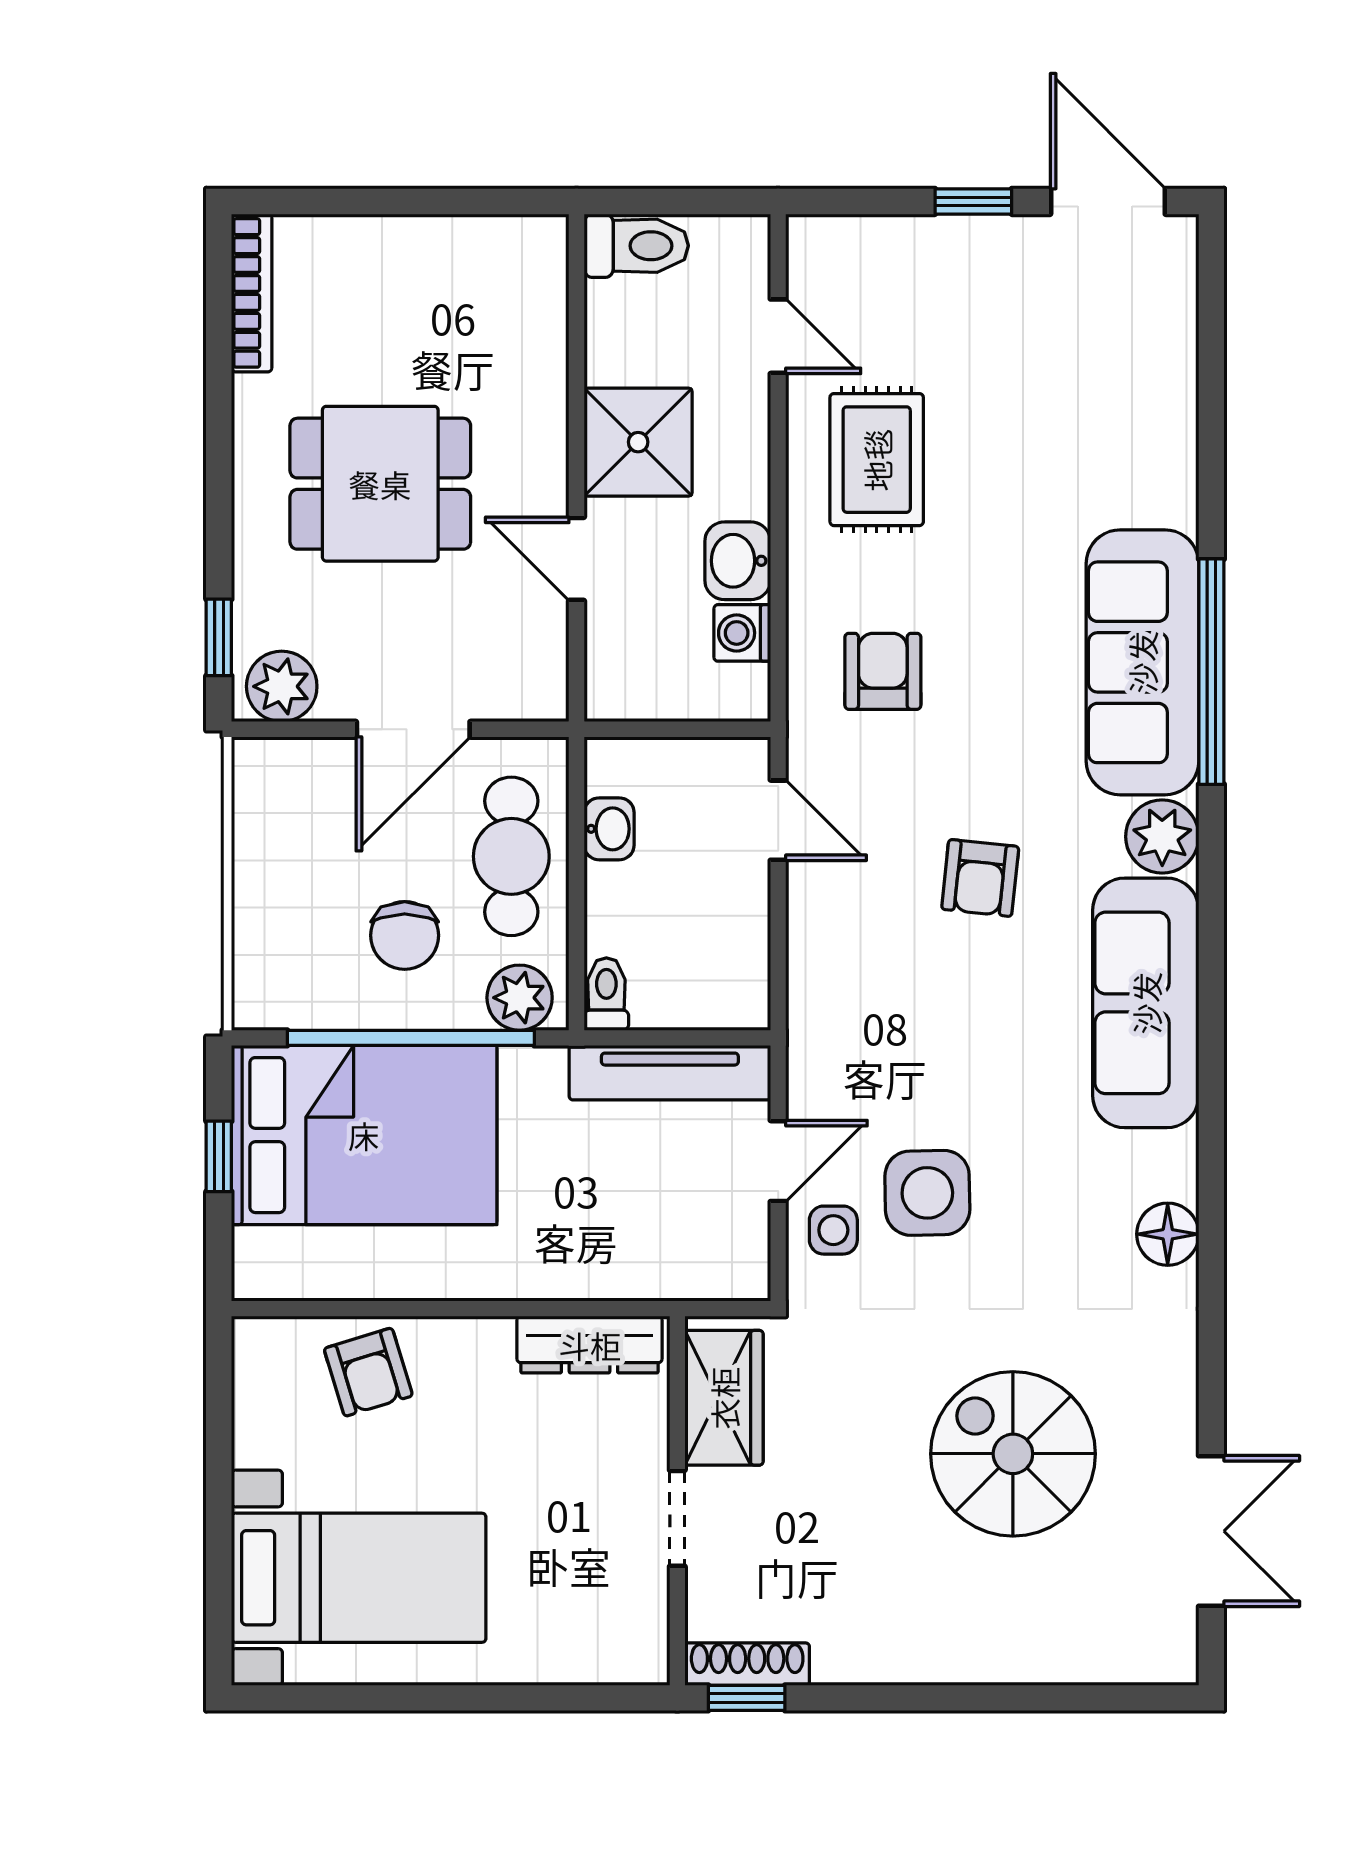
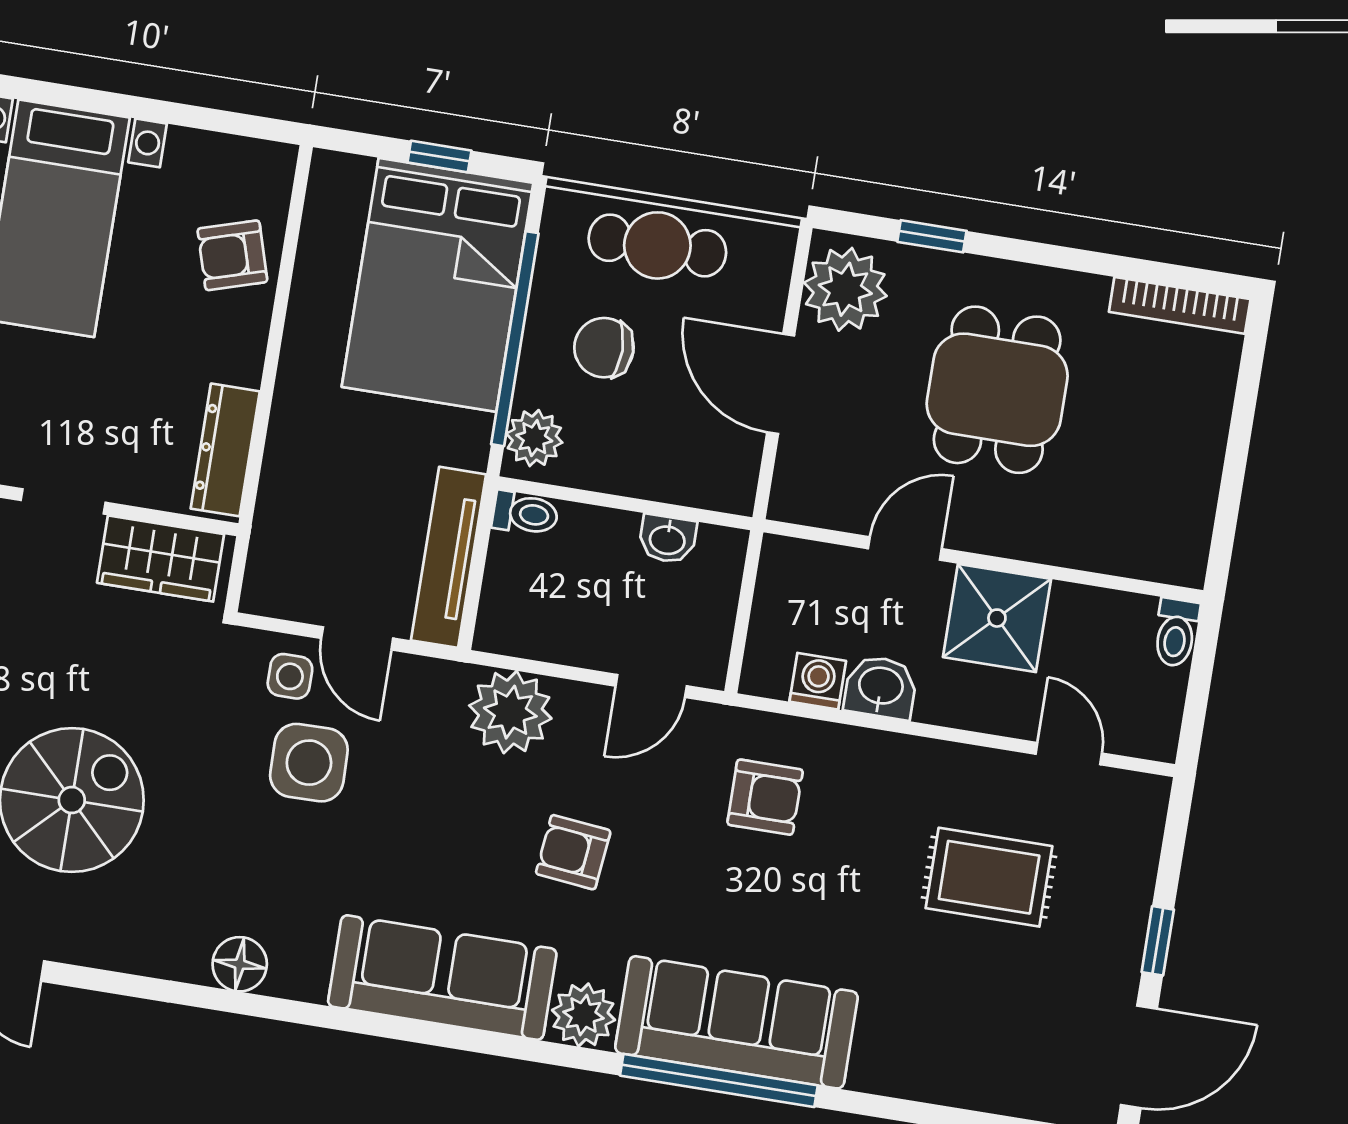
toilet: (636, 246) -> (1176, 633), width x0.73, depth x0.72
door: (778, 336) -> (1069, 754), swing flipped
rug: (877, 460) -> (989, 877), moved
window: (219, 637) -> (932, 236), moved
plant: (282, 686) -> (845, 289), width x1.36, depth x1.36
cafe table: (511, 856) -> (657, 245), moved
plant: (833, 975) -> (510, 712), added

